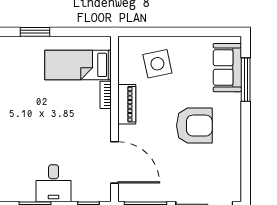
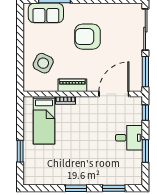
side table: (157, 64) -> (43, 63), turned 38
armchair: (194, 126) -> (88, 37), turned -90

